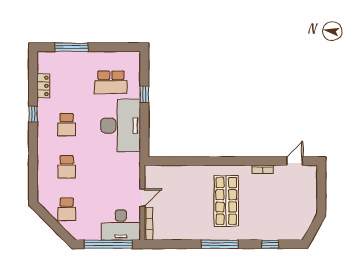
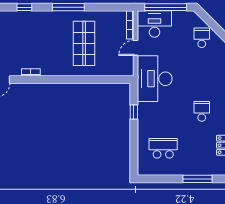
window: (144, 94) -> (134, 112), moved
desk: (121, 125) -> (155, 79), moved
school desk: (67, 167) -> (202, 75), removed
shop shelf: (226, 201) -> (84, 43), moved

